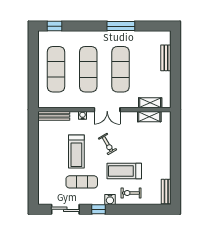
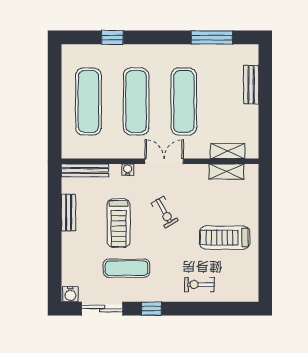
window: (55, 26) -> (112, 37), moved
window: (121, 26) -> (212, 37), moved
double door: (107, 110) -> (164, 161), swing flipped
treadmill: (124, 171) -> (225, 238), moved
bench: (166, 191) -> (68, 213), moved
water cooler: (110, 200) -> (70, 294), moved

